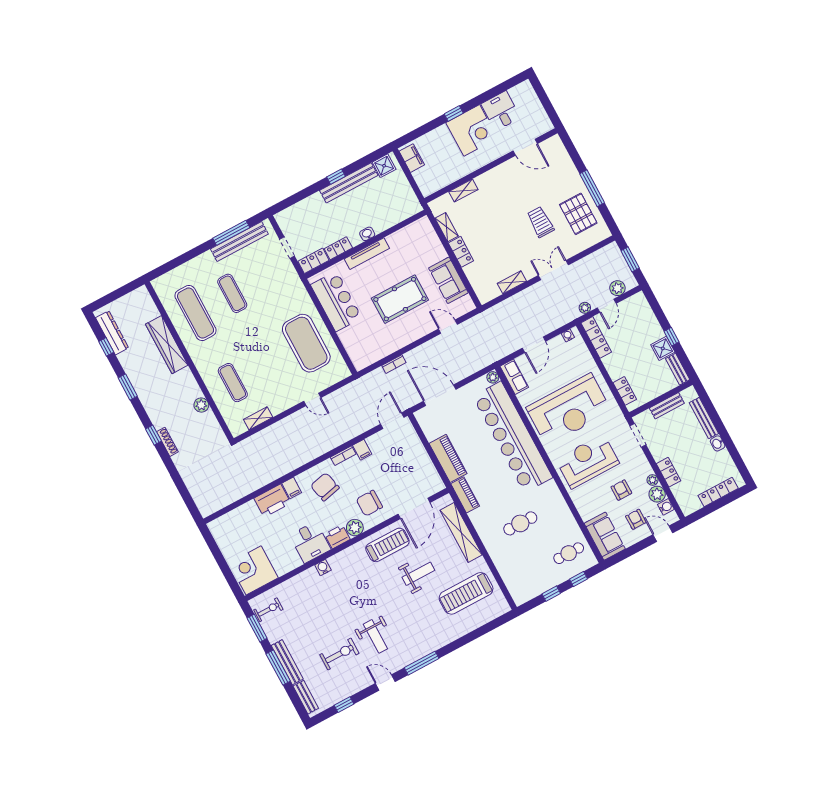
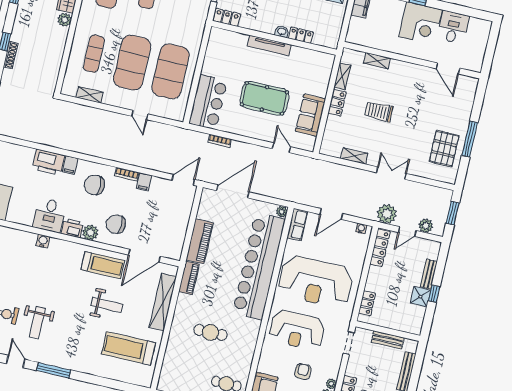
trolley: (540, 222) -> (379, 111), moved, turned -90
locker: (338, 248) -> (301, 35), moved
bar counter: (336, 301) -> (208, 102), moved
plant: (585, 308) -> (387, 214), width x1.88, depth x1.88
exercise mat: (270, 363) -> (132, 63), added
bench: (678, 369) -> (429, 274), moved
door: (440, 395) -> (233, 191), hinge flipped
plant: (201, 405) -> (65, 20), moved
reception desk: (587, 461) -> (297, 330), turned 180
chair: (325, 487) -> (94, 185), turned -77

